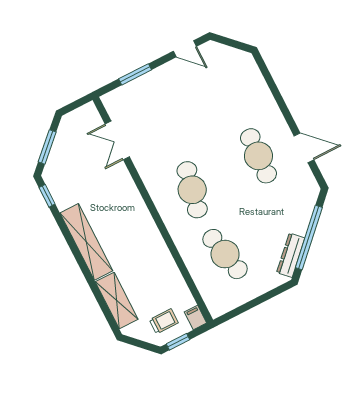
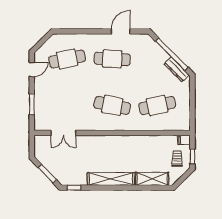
cafe table: (226, 92) -> (67, 59), added

